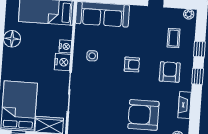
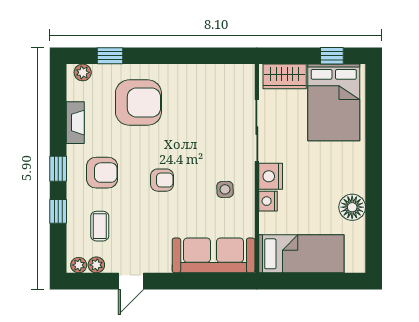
plant: (177, 13) -> (96, 265), added
armchair: (132, 65) -> (162, 180), turned 180
armchair: (170, 72) -> (102, 173), turned -90

